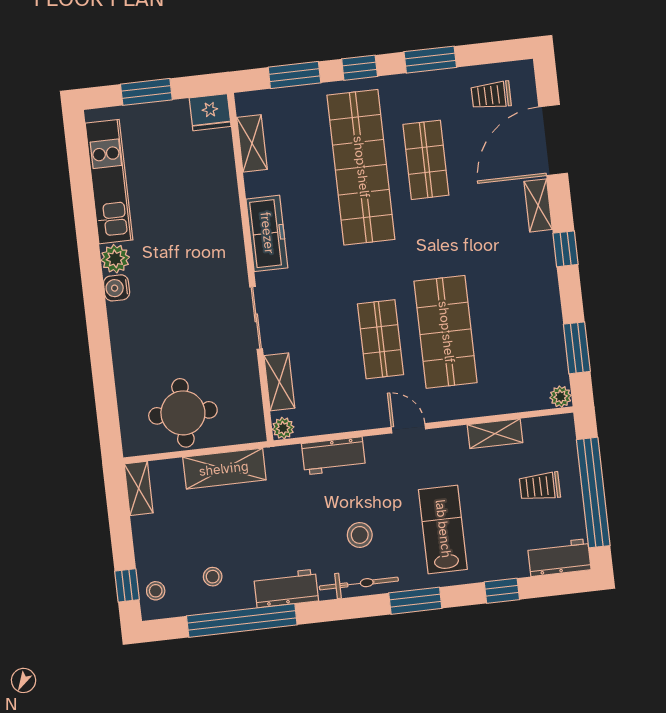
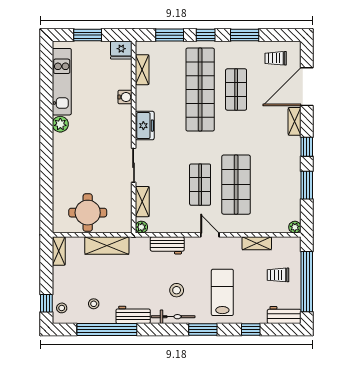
freezer: (267, 233) -> (145, 126), width x0.71
water cooler: (117, 288) -> (125, 97), moved, turned 180
window: (577, 348) -> (307, 185), moved

